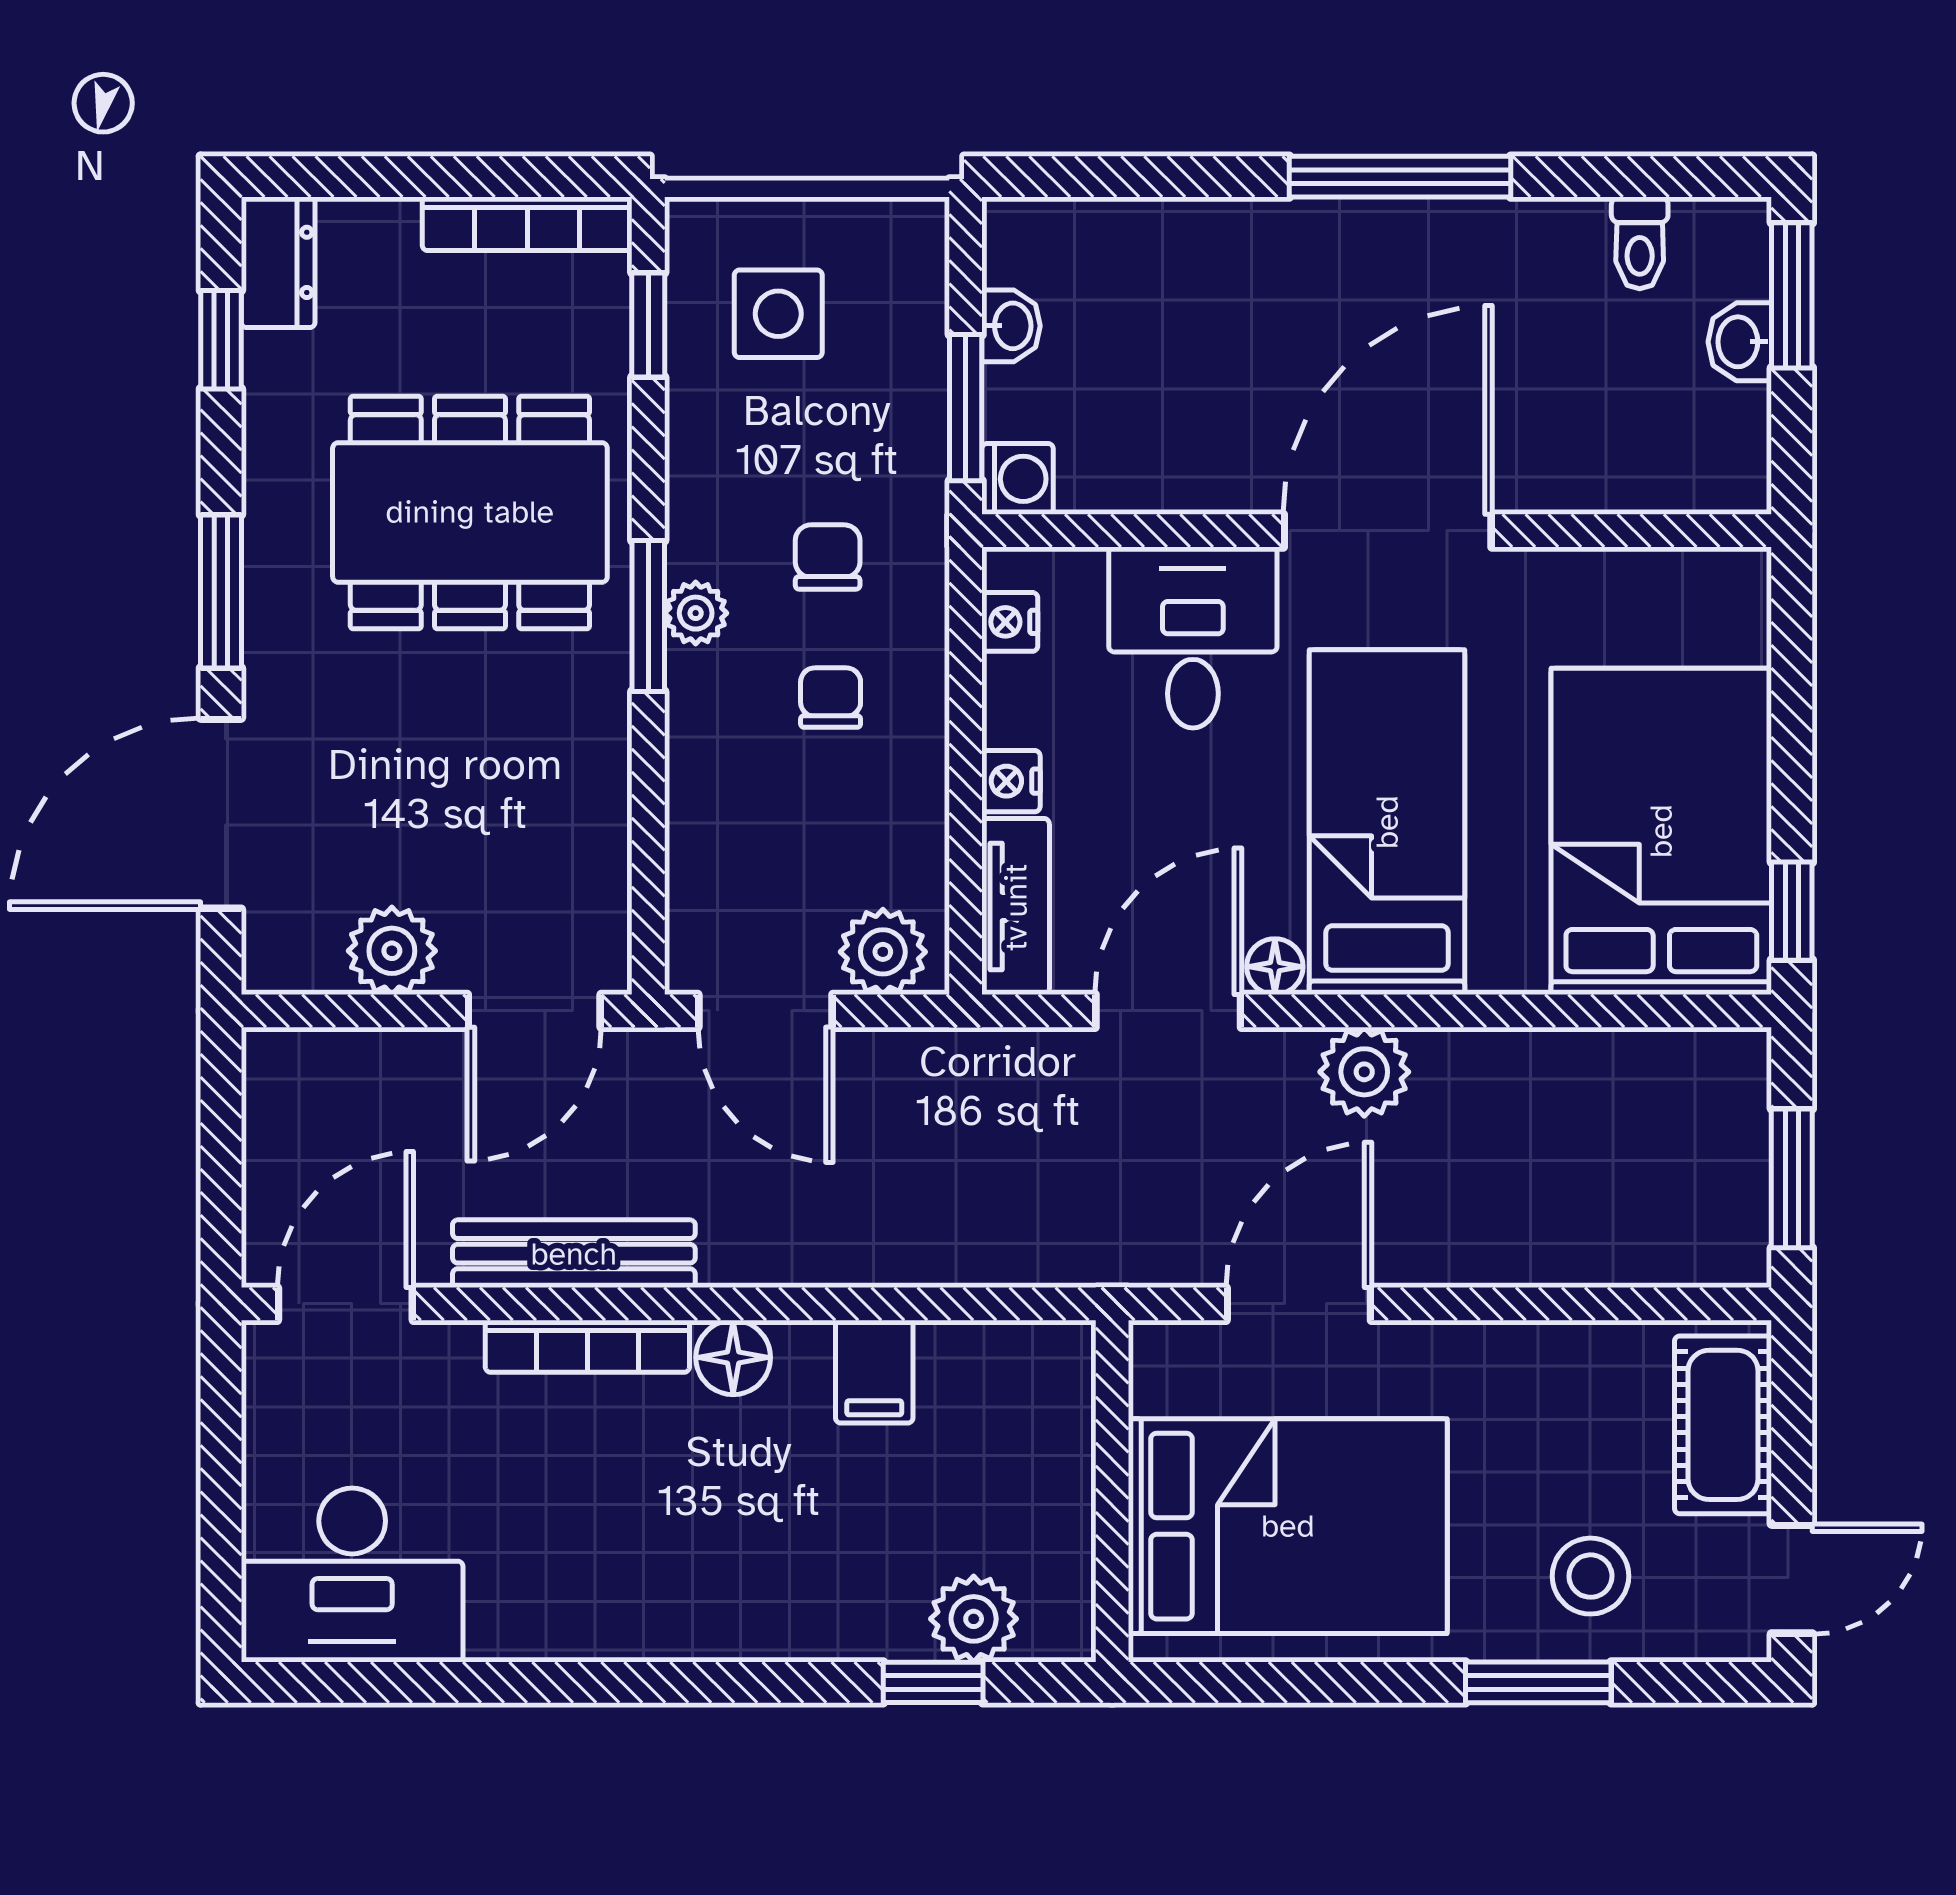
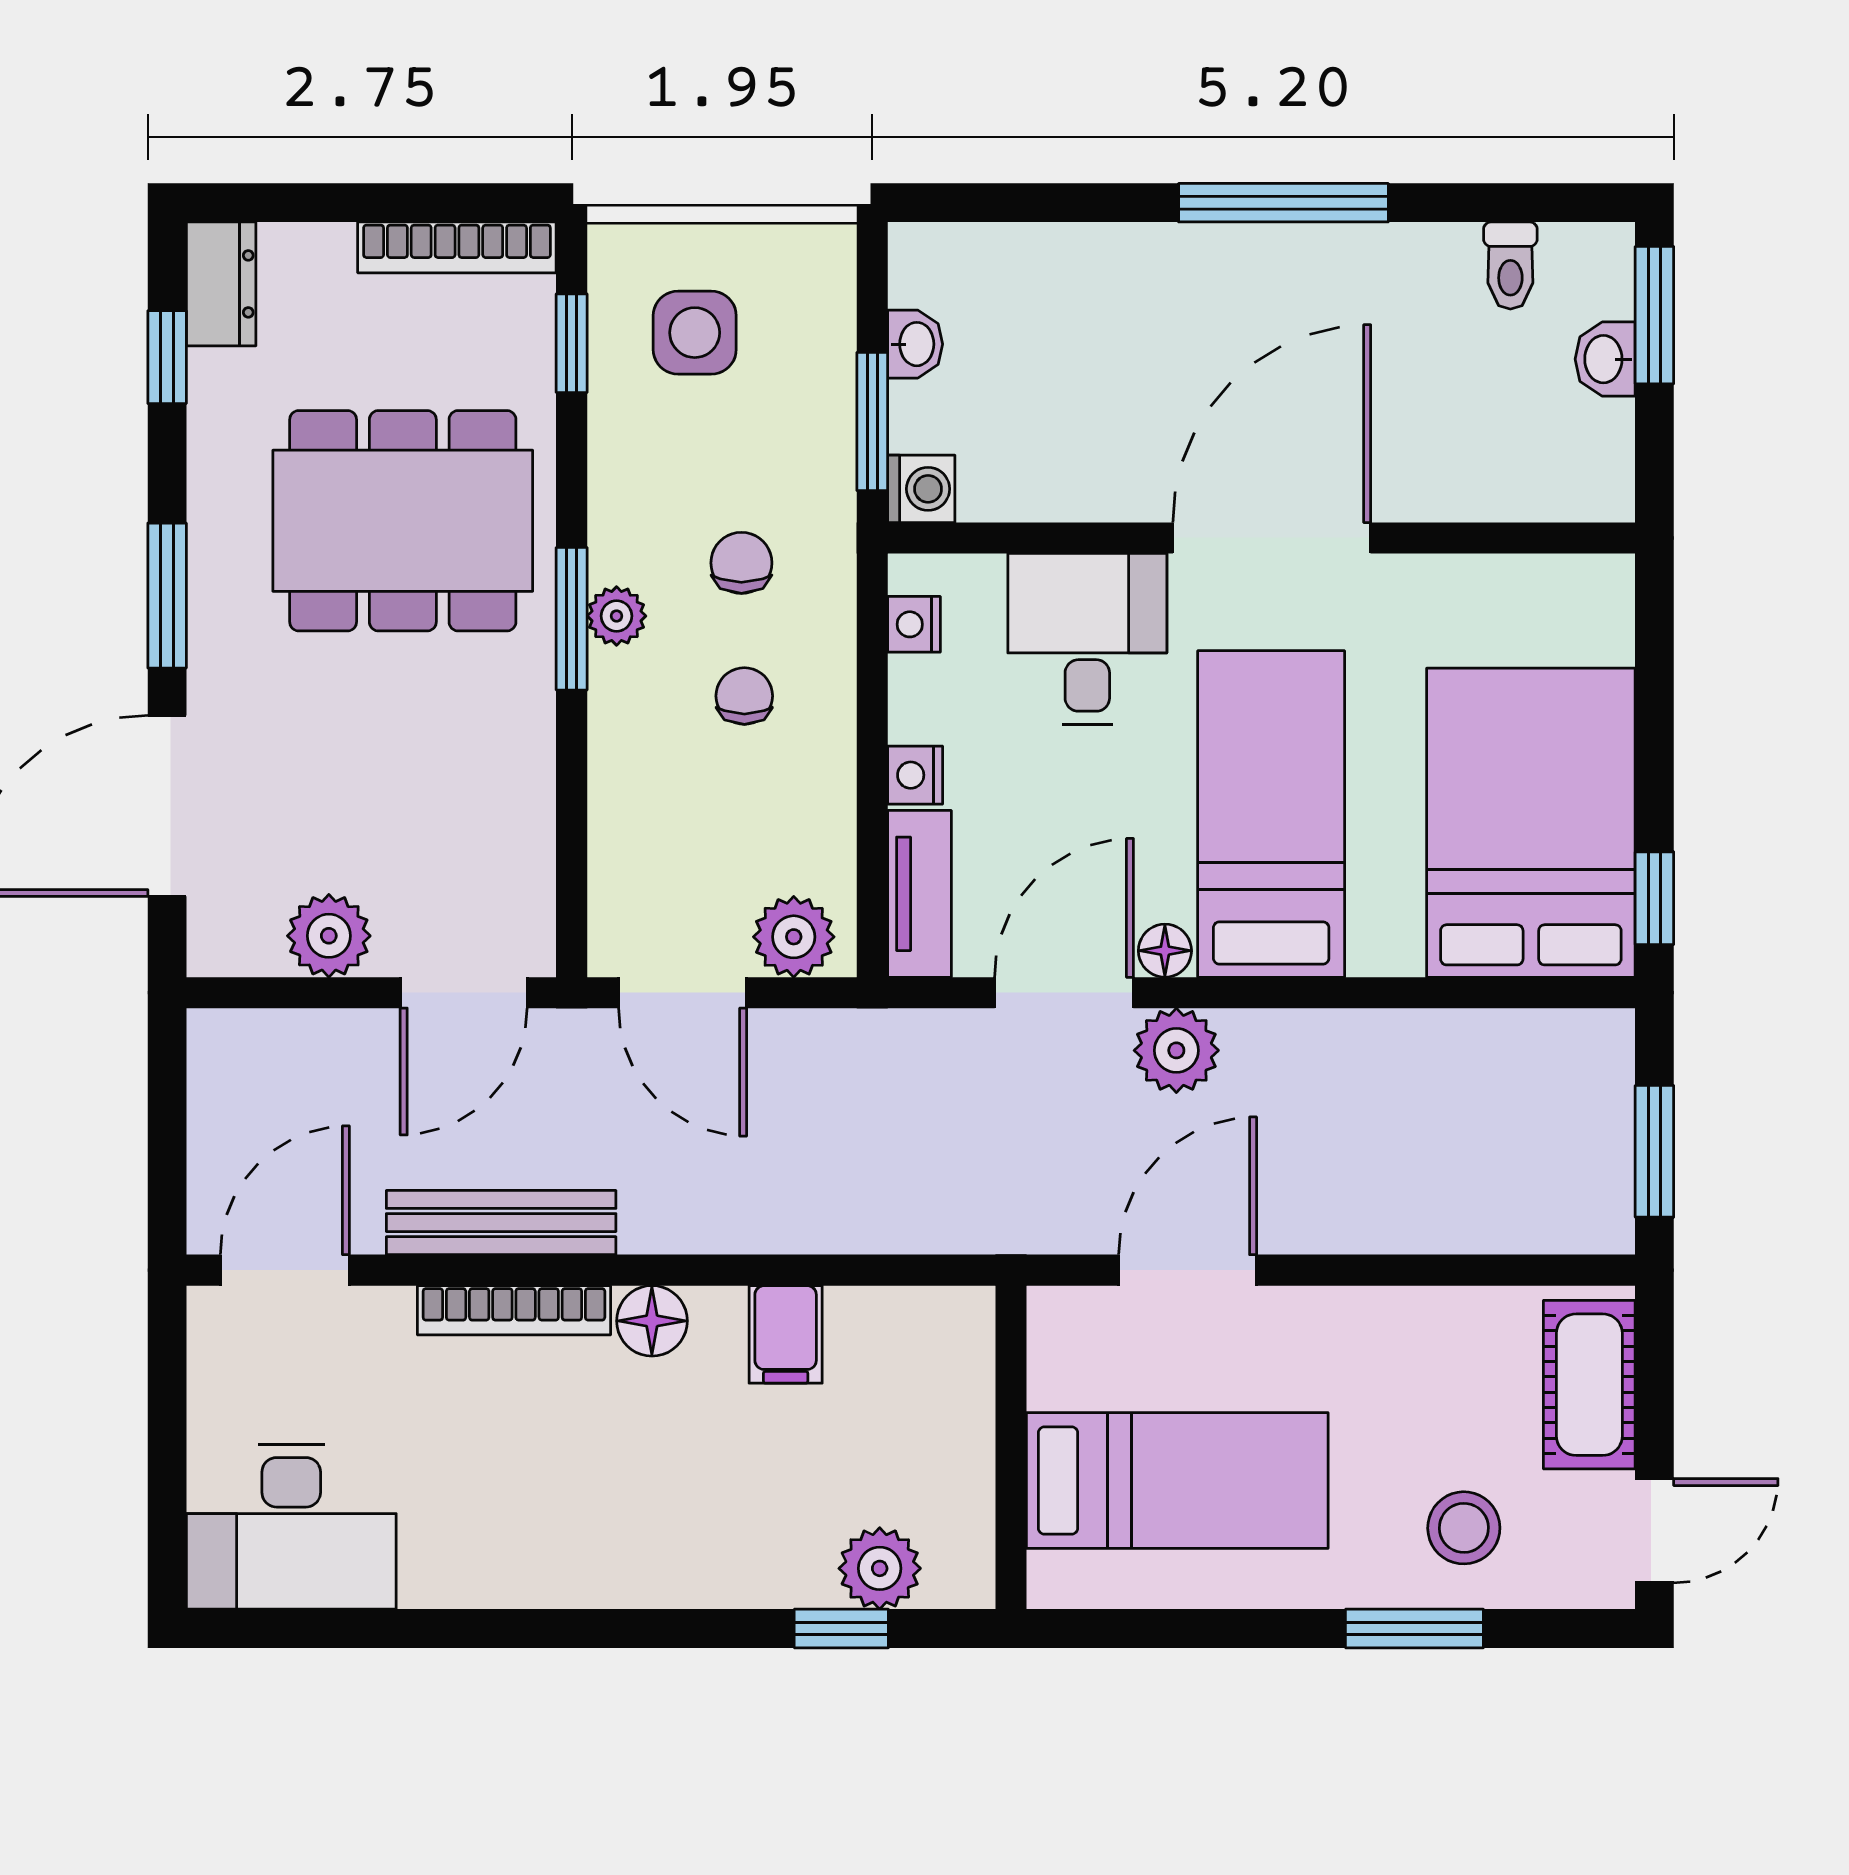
plant: (1364, 1072) -> (1176, 1050), moved
bed: (1288, 1526) -> (1177, 1481), width x0.67

